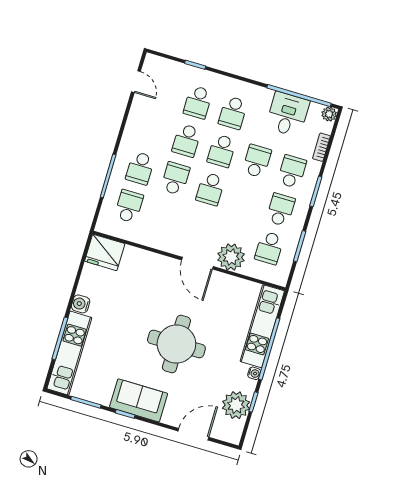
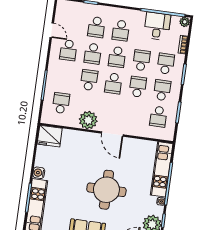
door: (136, 82) -> (52, 30), moved
school desk: (140, 168) -> (68, 50), moved
school desk: (245, 199) -> (138, 87), added
plant: (231, 257) -> (88, 120), moved

